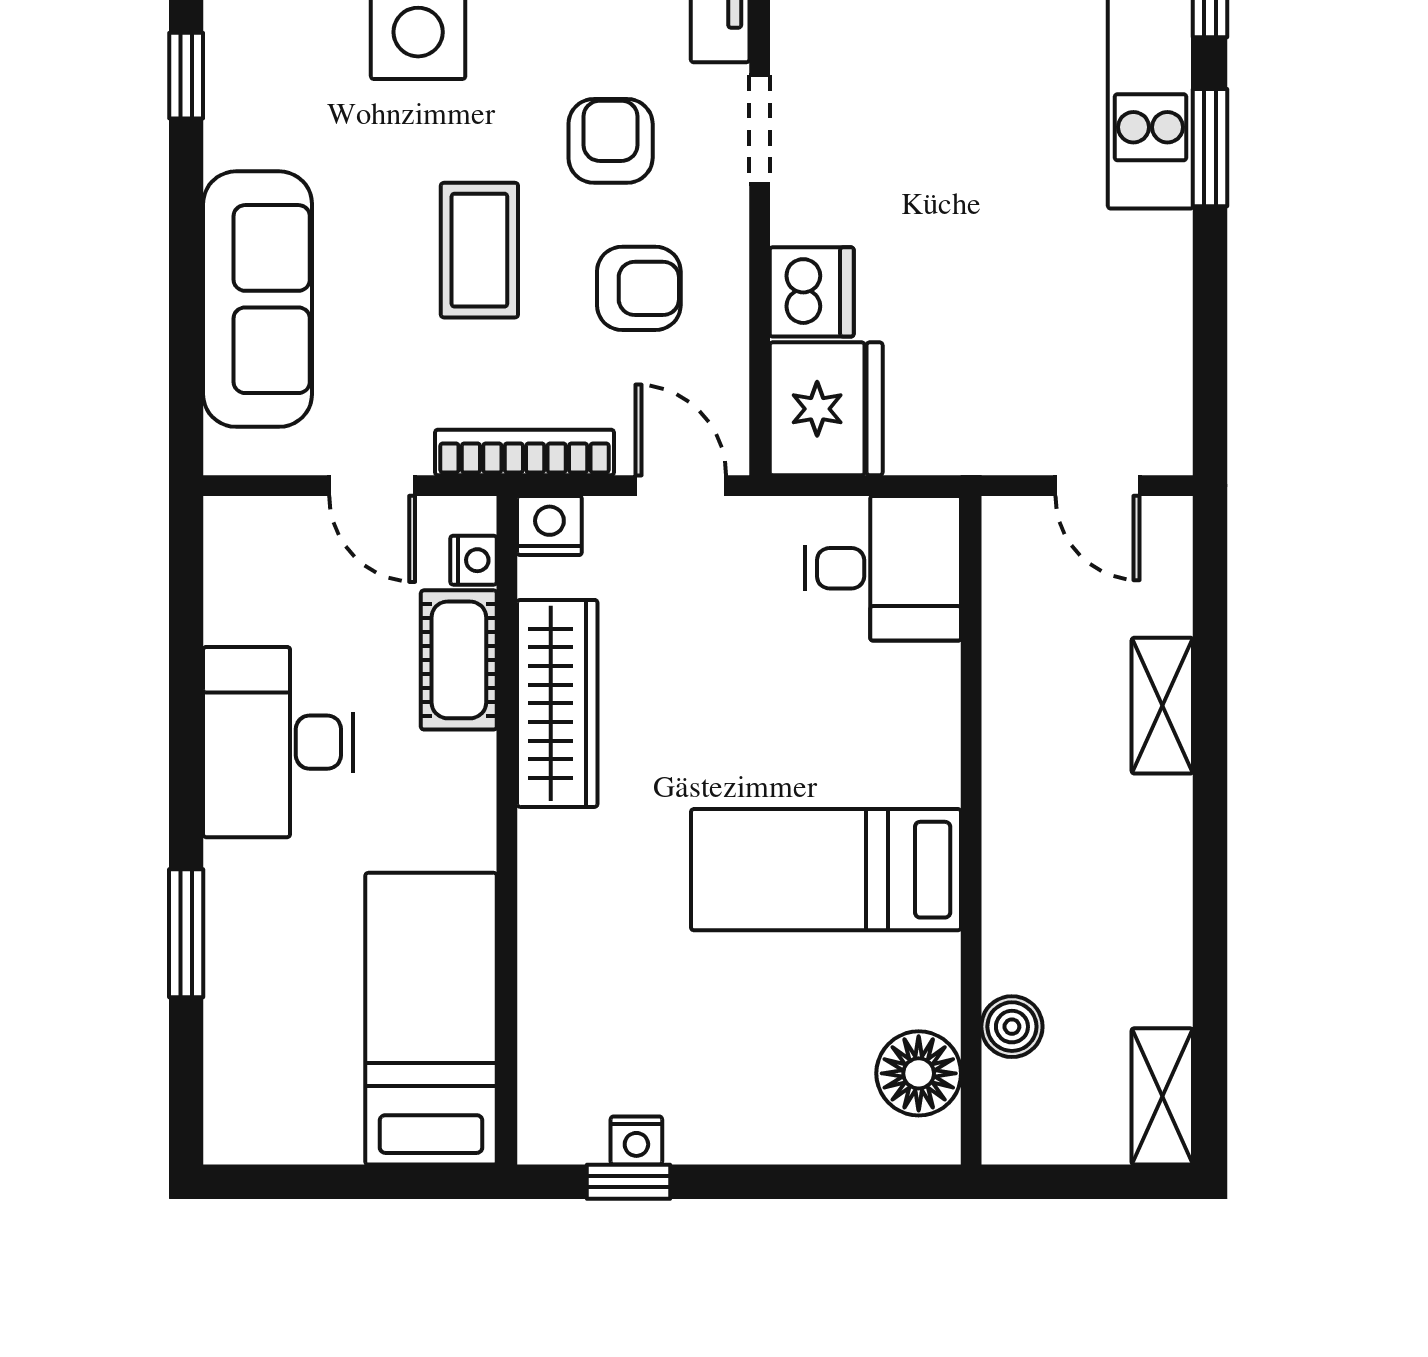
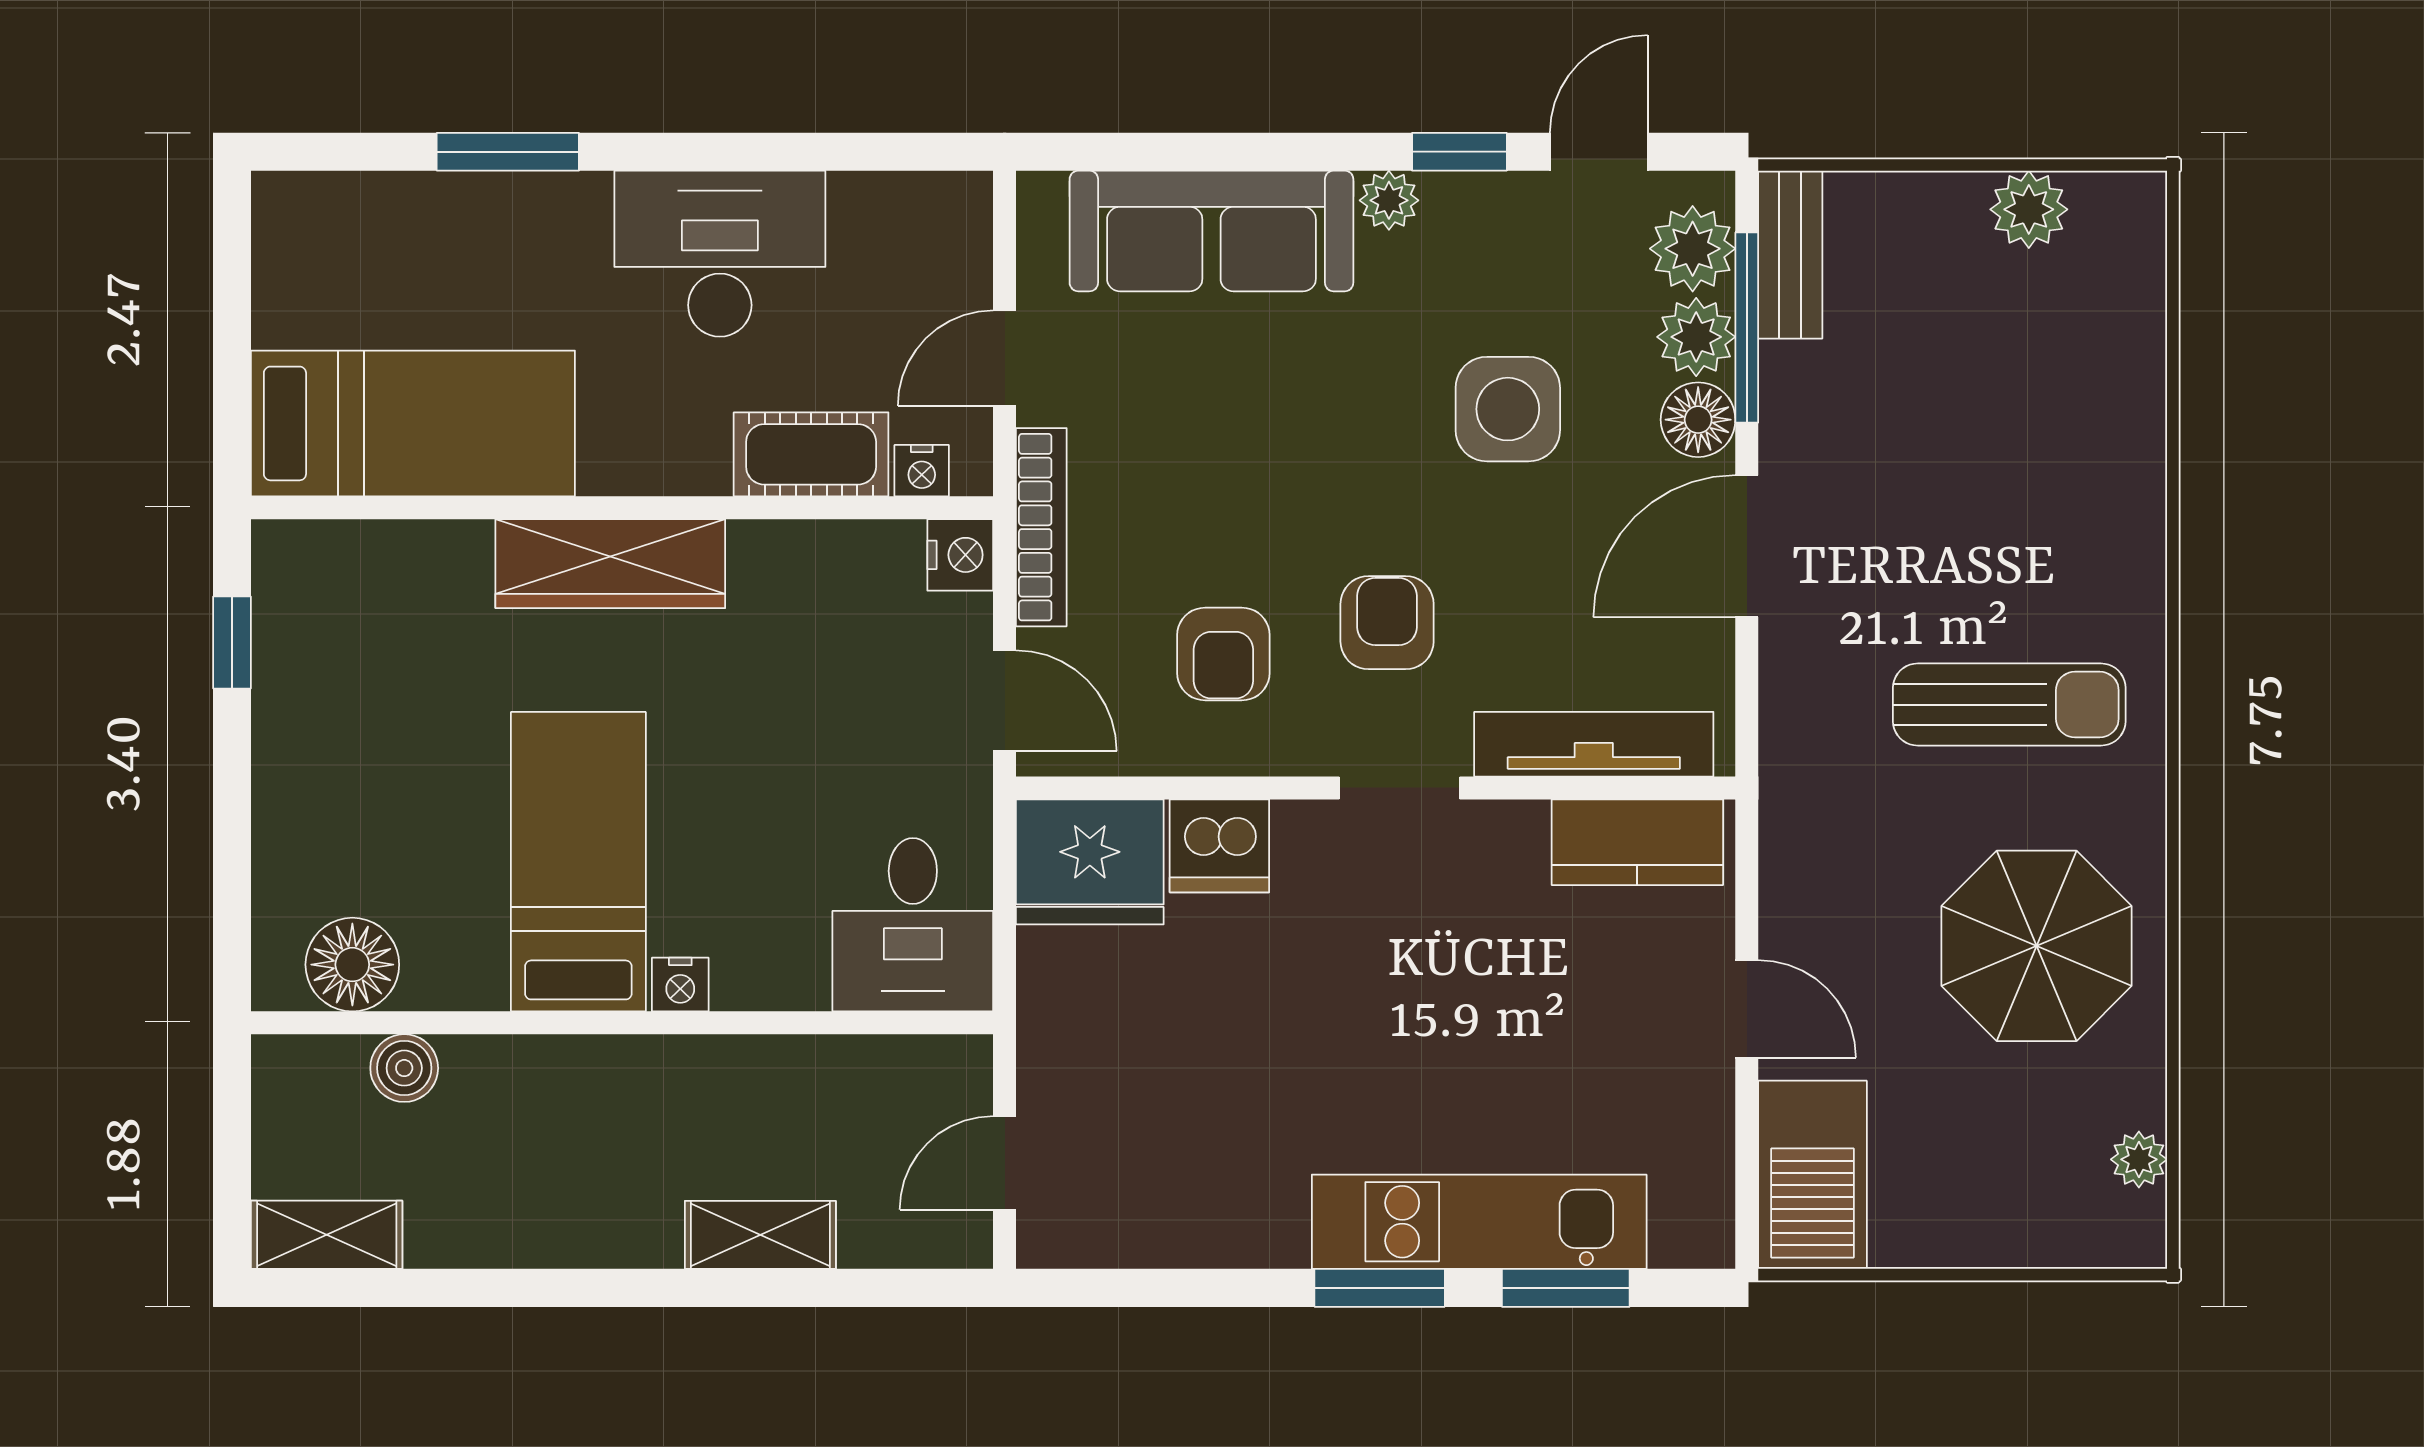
plant: (230, 139) -> (1389, 200), added
armchair: (611, 141) -> (1387, 623), turned -90
coffee table: (479, 250) -> (1266, 477), removed
door: (681, 486) -> (1005, 701), hinge flipped
wardrobe: (557, 703) -> (610, 564), moved
nightstand: (636, 1141) -> (680, 985), moved, turned -90

